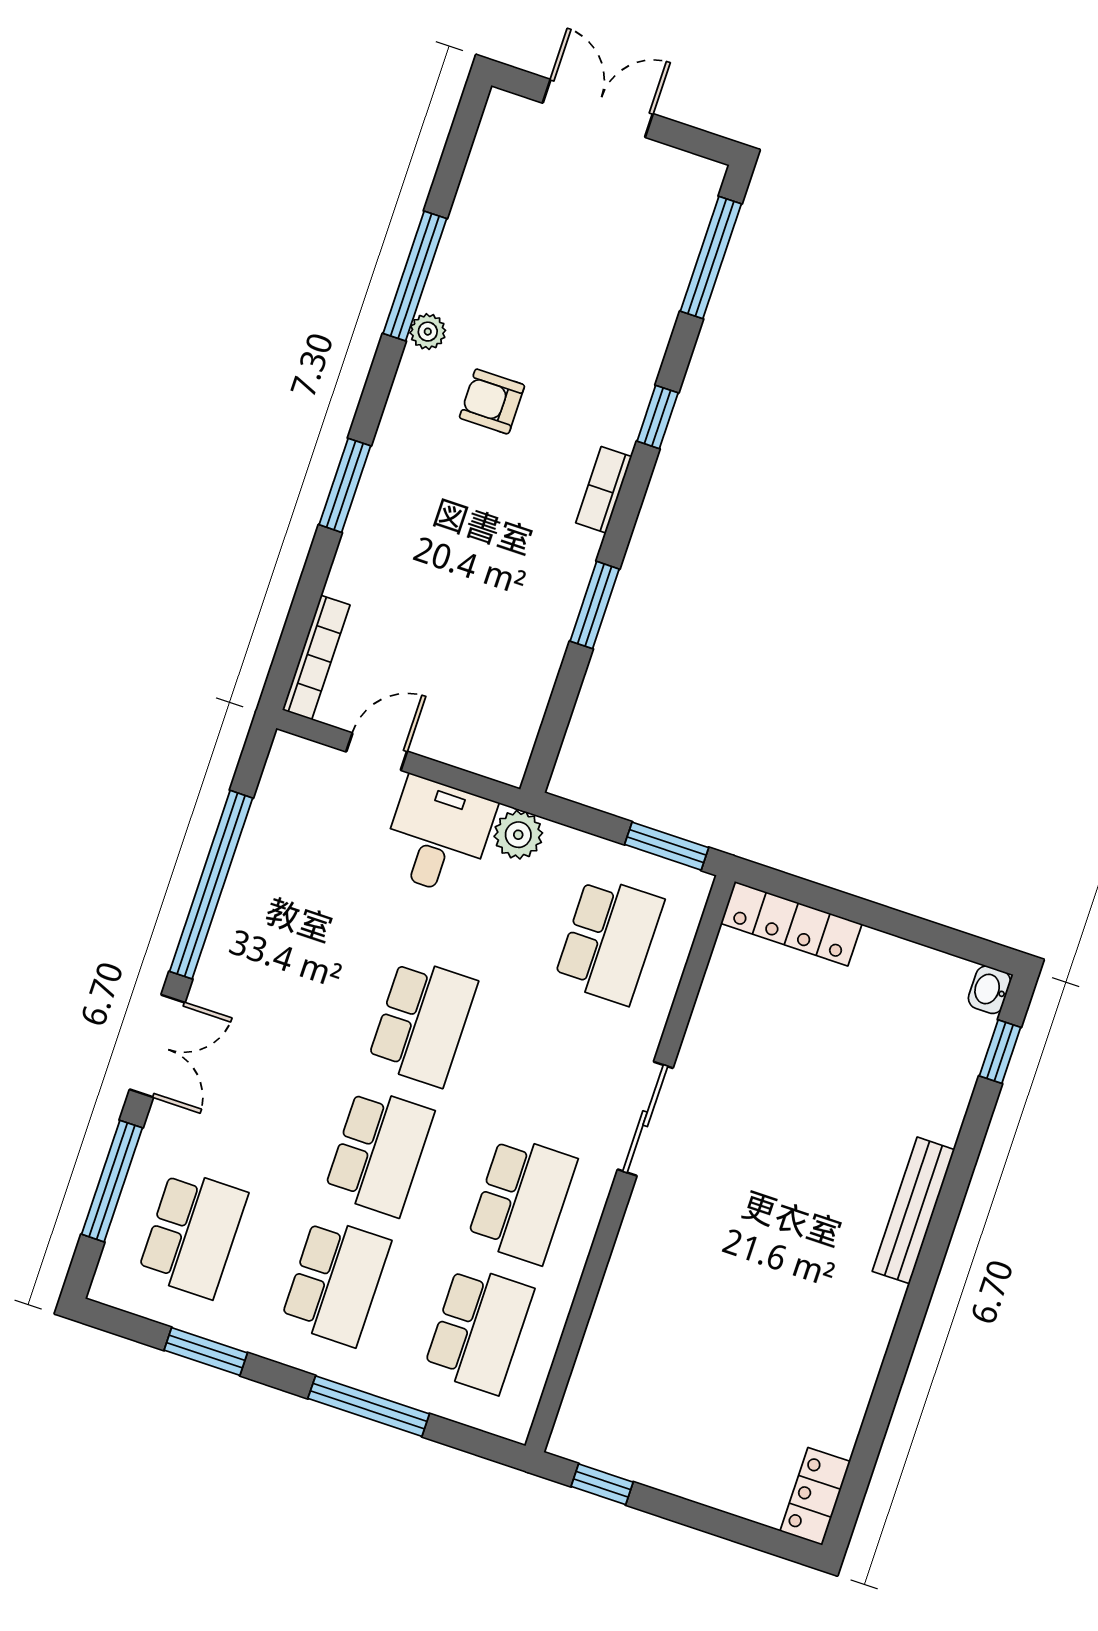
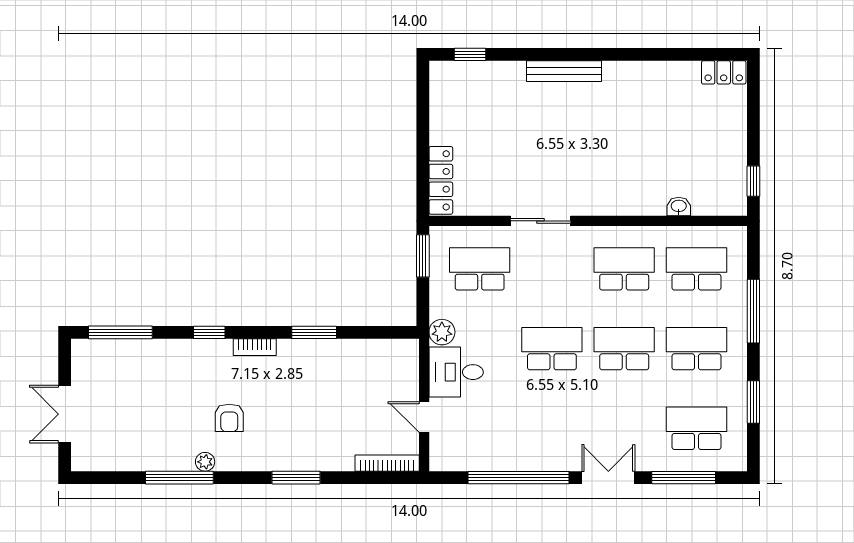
washbasin: (989, 990) -> (679, 206), moved, turned 180
sliding door: (645, 1119) -> (541, 221), moved

